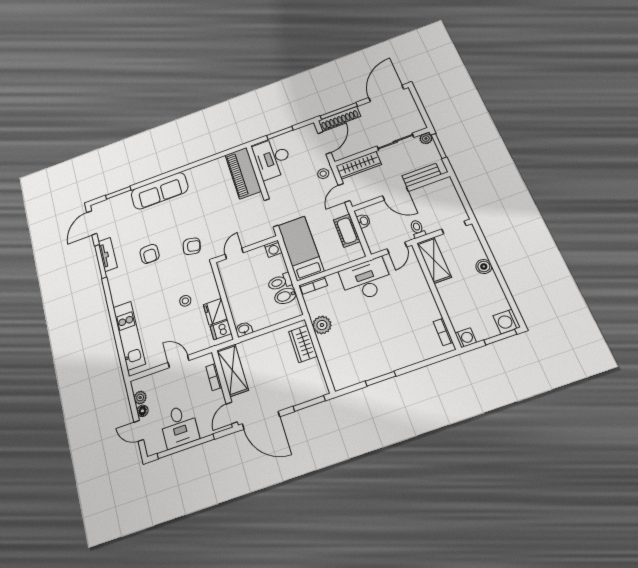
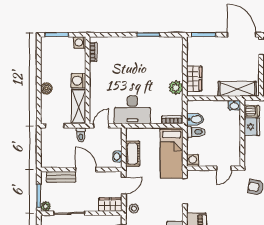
wardrobe: (359, 165) -> (110, 205), width x0.67
washing machine: (507, 321) -> (78, 81), moved, turned 180
shelving: (232, 370) -> (237, 89), moved, turned 90

